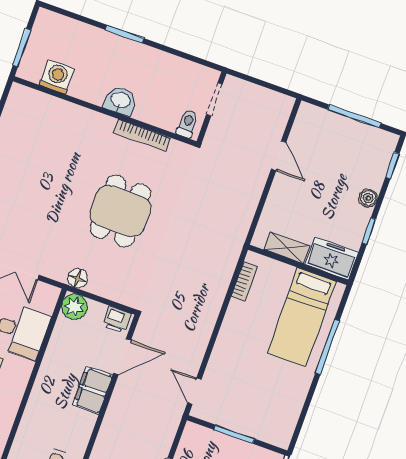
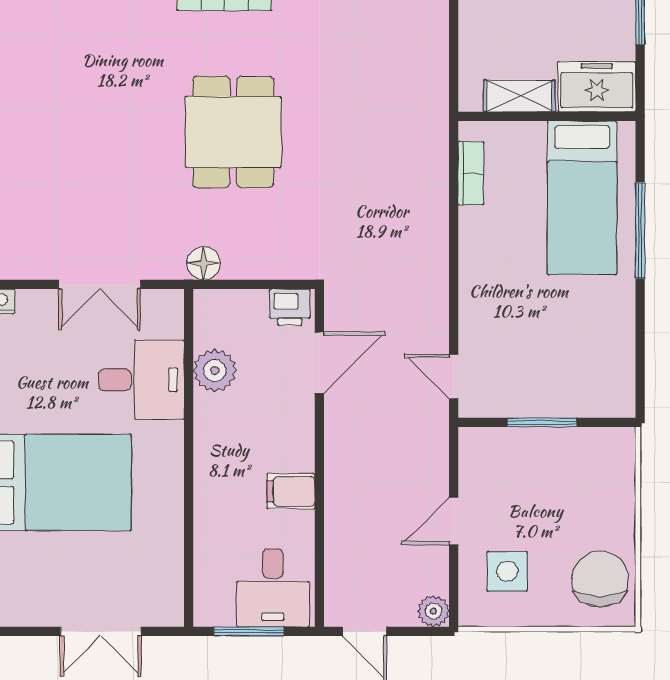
plant: (75, 307) -> (215, 371), moved
filing cabinet: (93, 390) -> (291, 491), moved, width x0.50

